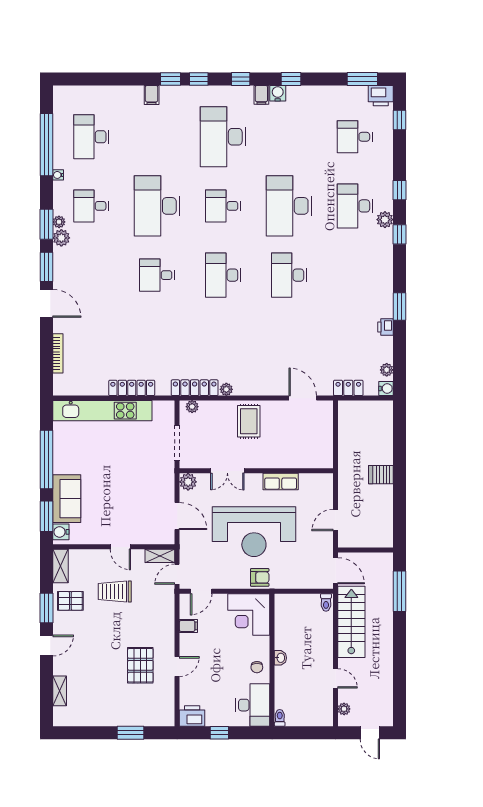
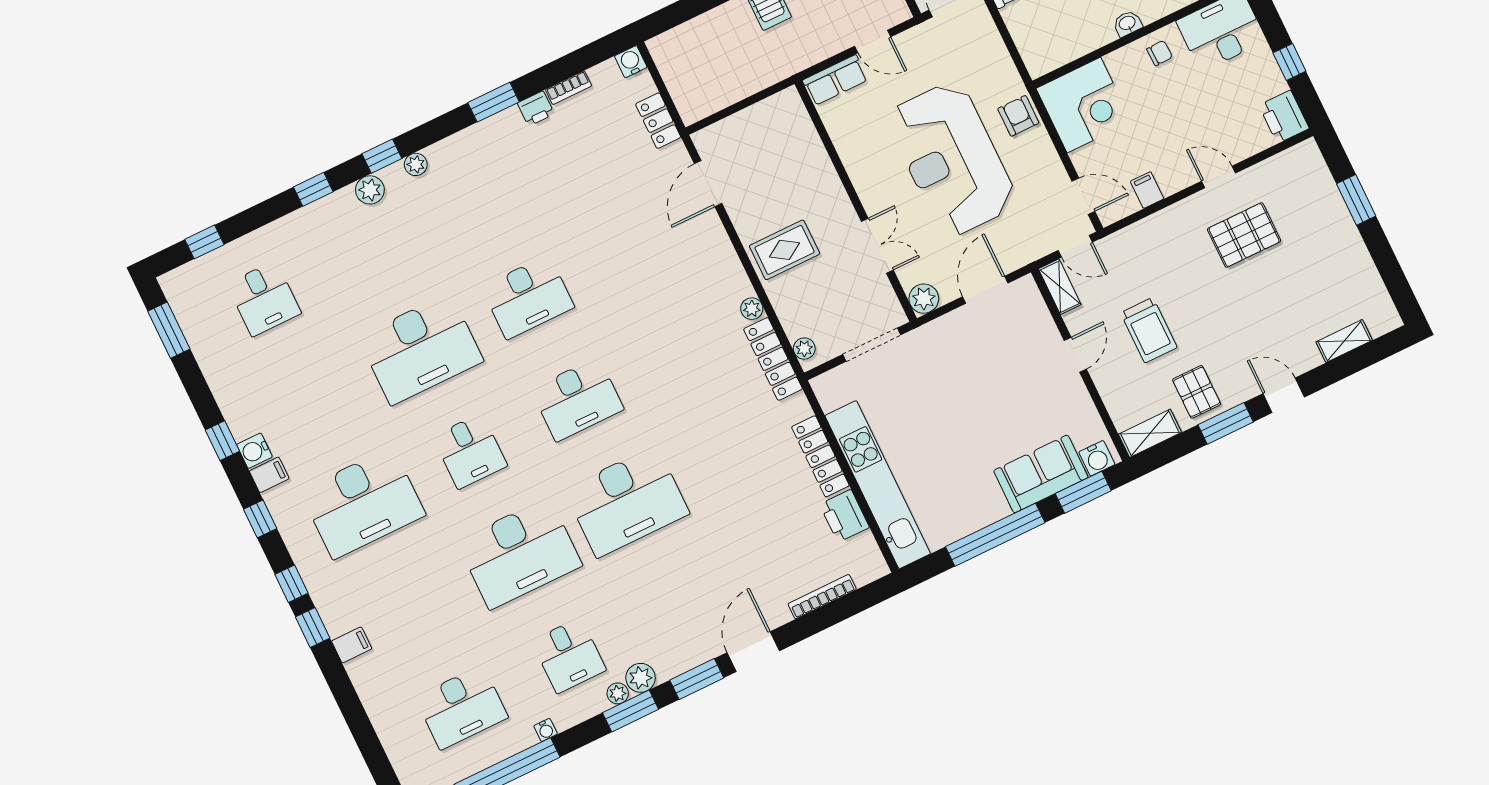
printer: (381, 96) -> (844, 516), moved, turned 180
desk: (355, 206) -> (371, 247), removed
desk: (157, 275) -> (627, 501), width x1.87, depth x1.30
bookcase: (388, 349) -> (569, 88), added
plant: (387, 370) -> (416, 164), moved
row of seats: (281, 482) -> (835, 80), moved, turned 90
reception desk: (254, 532) -> (952, 159), turned 180

